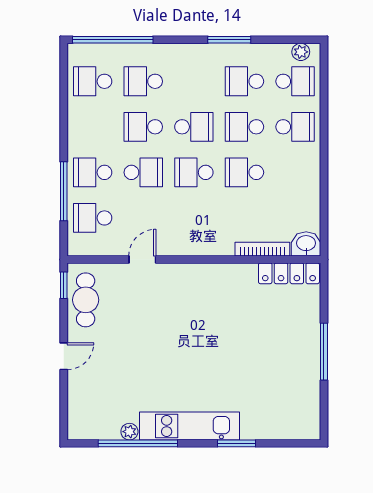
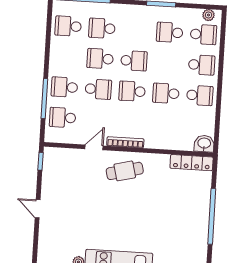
school desk: (244, 127) -> (200, 95), moved, turned 180
bookcase: (262, 249) -> (125, 142), moved
cafe table: (86, 300) -> (125, 171), moved, turned 76
window: (324, 352) -> (212, 216), width x1.46
door: (64, 356) -> (38, 209), swing flipped

